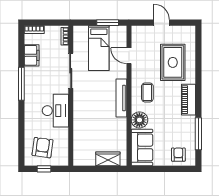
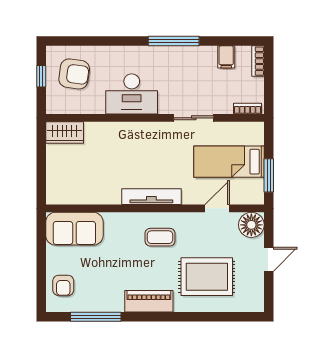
filing cabinet: (32, 55) -> (226, 57), width x0.50
sliding door: (71, 71) -> (194, 118), width x0.73
floor lamp: (139, 120) -> (251, 225), moved
armchair: (178, 155) -> (63, 285), turned 90
wardrobe: (108, 159) -> (65, 132), moved, turned 90

